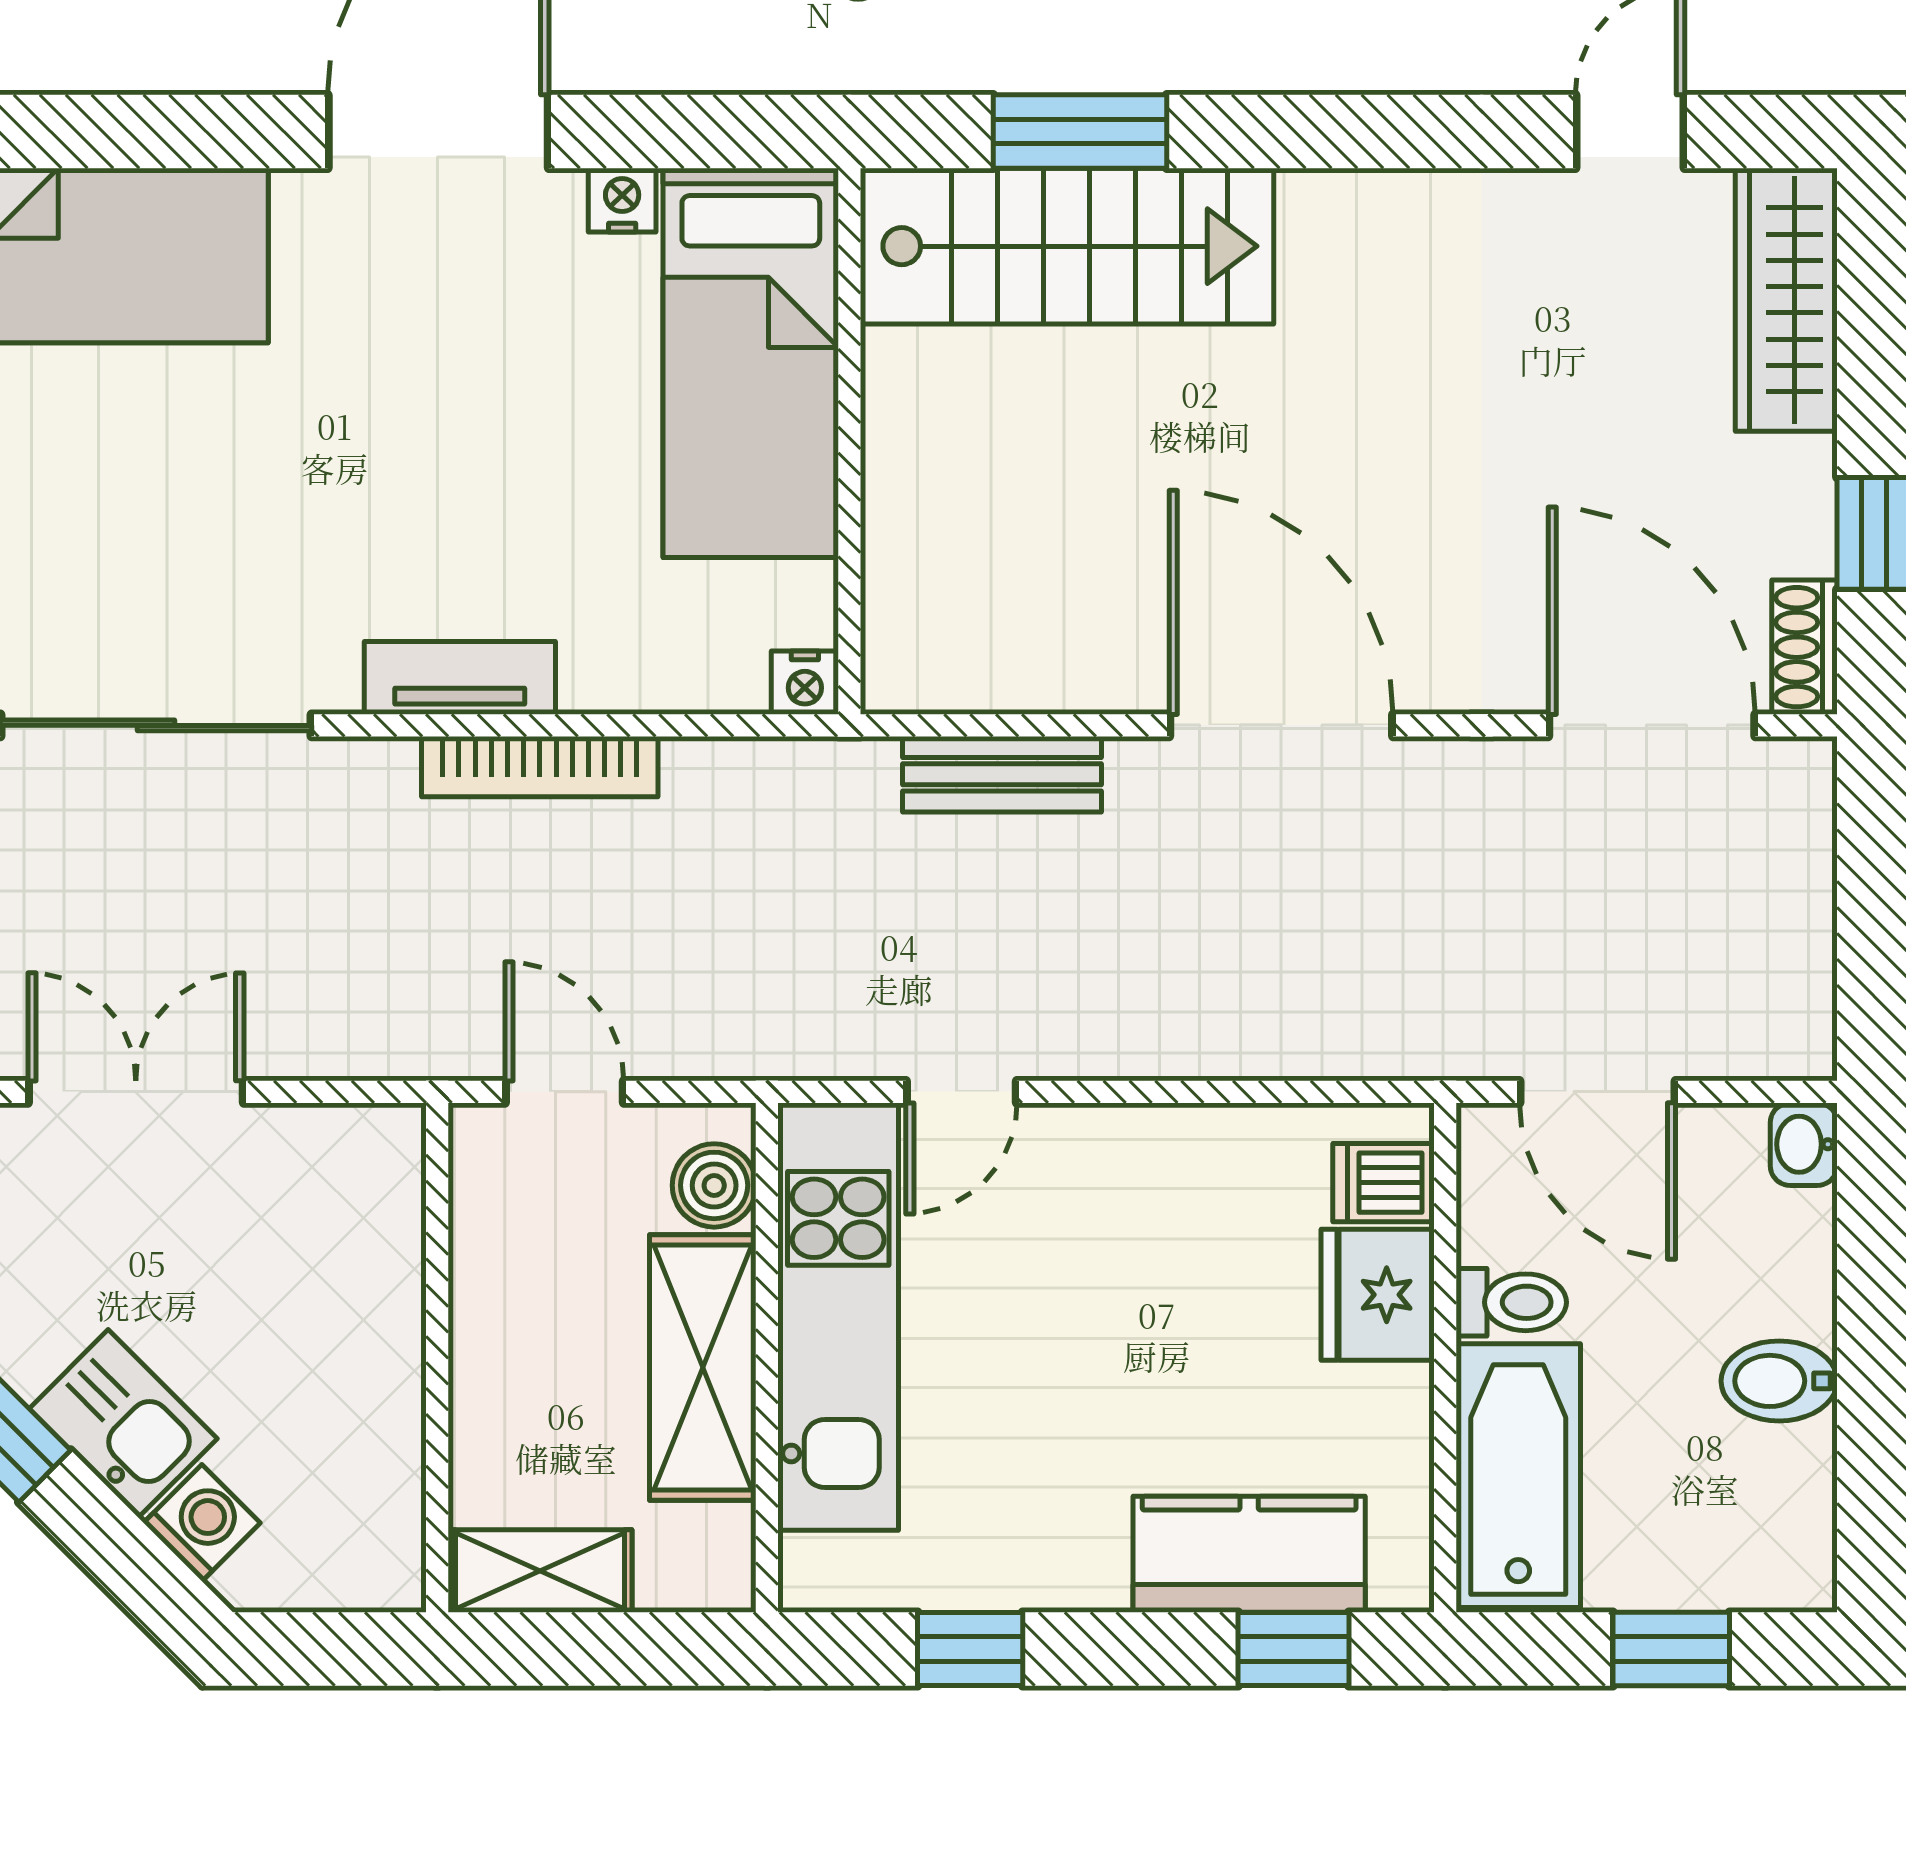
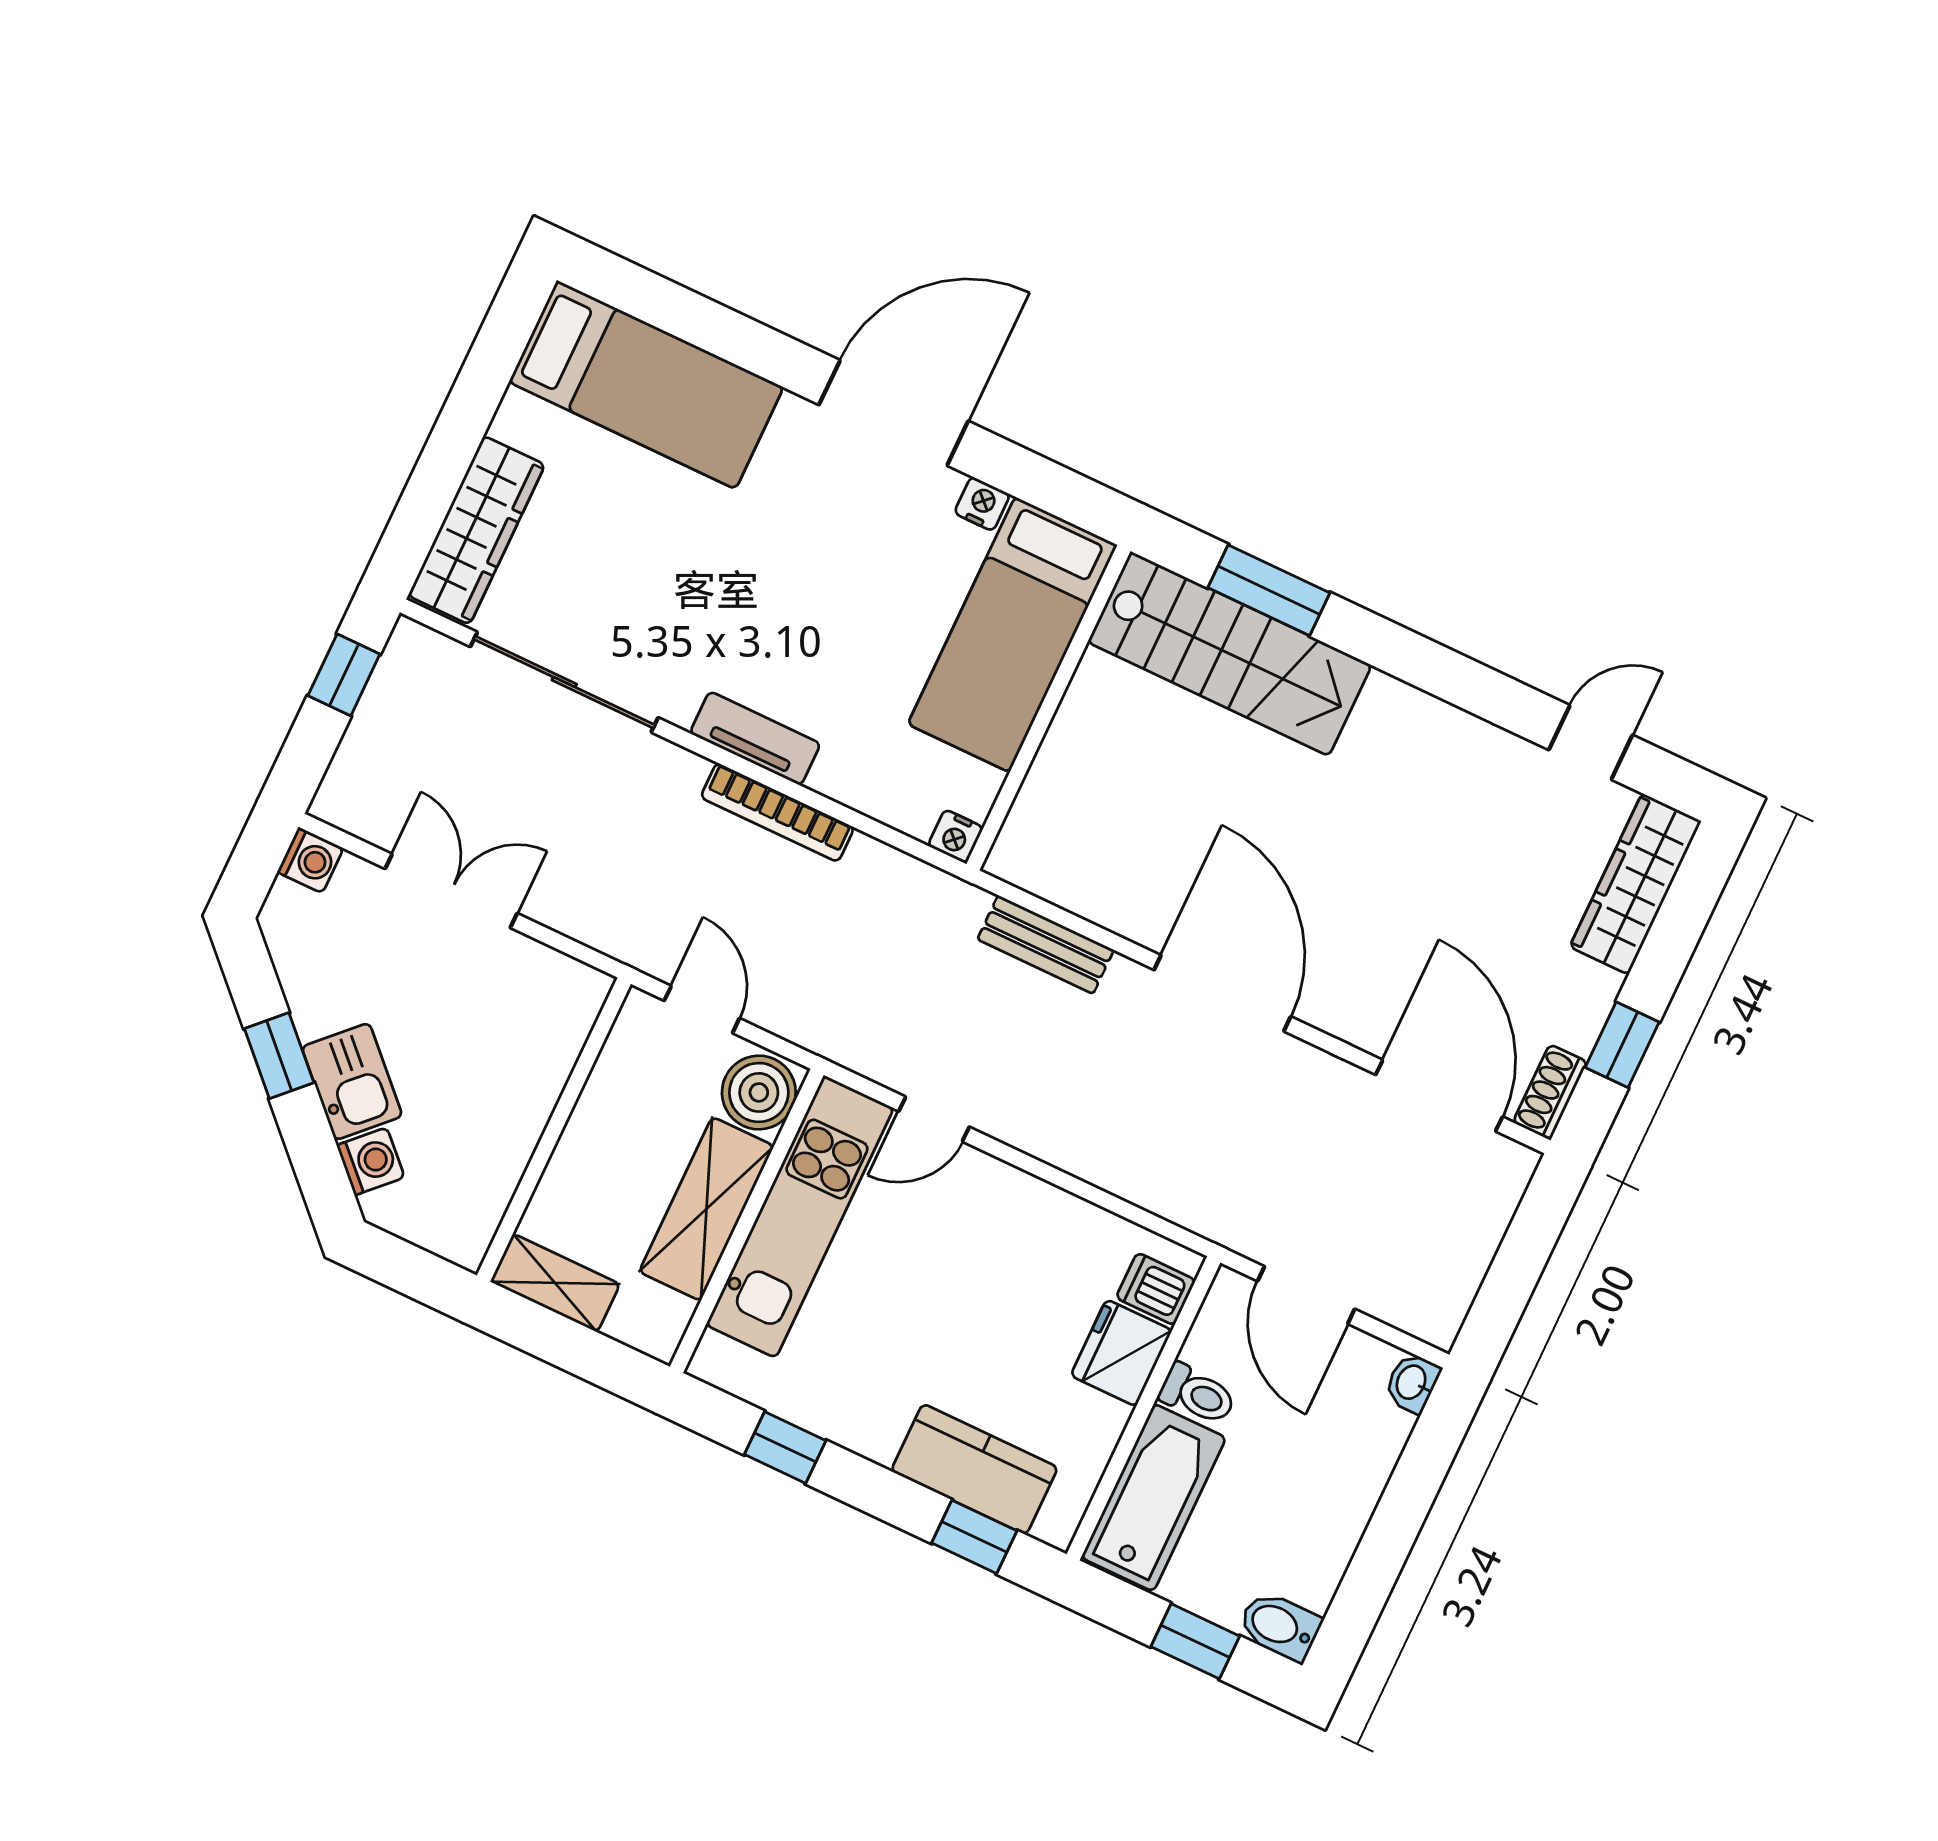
boiler: (714, 1185) -> (759, 1092), width x1.36, depth x1.36
bidet: (1779, 1381) -> (1280, 1626), moved

